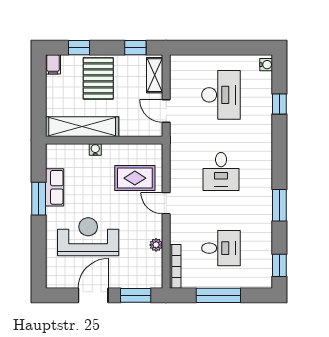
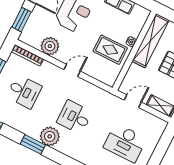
rug: (135, 178) -> (110, 50), moved, turned 90
plant: (259, 190) -> (50, 136), added
plant: (156, 245) -> (50, 46), width x1.87, depth x1.87
desk: (221, 248) -> (24, 92), turned -90

